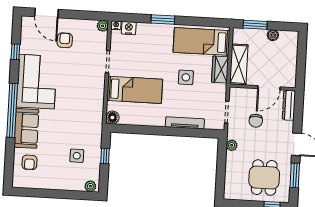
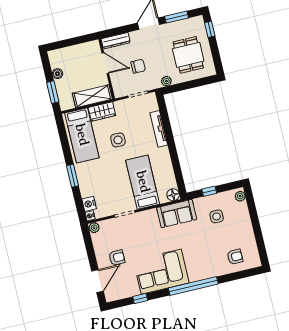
armchair: (65, 40) -> (117, 258), turned 180
sofa: (26, 128) -> (177, 214), moved, turned 180
dining table: (264, 178) -> (188, 55), moved, turned 90

